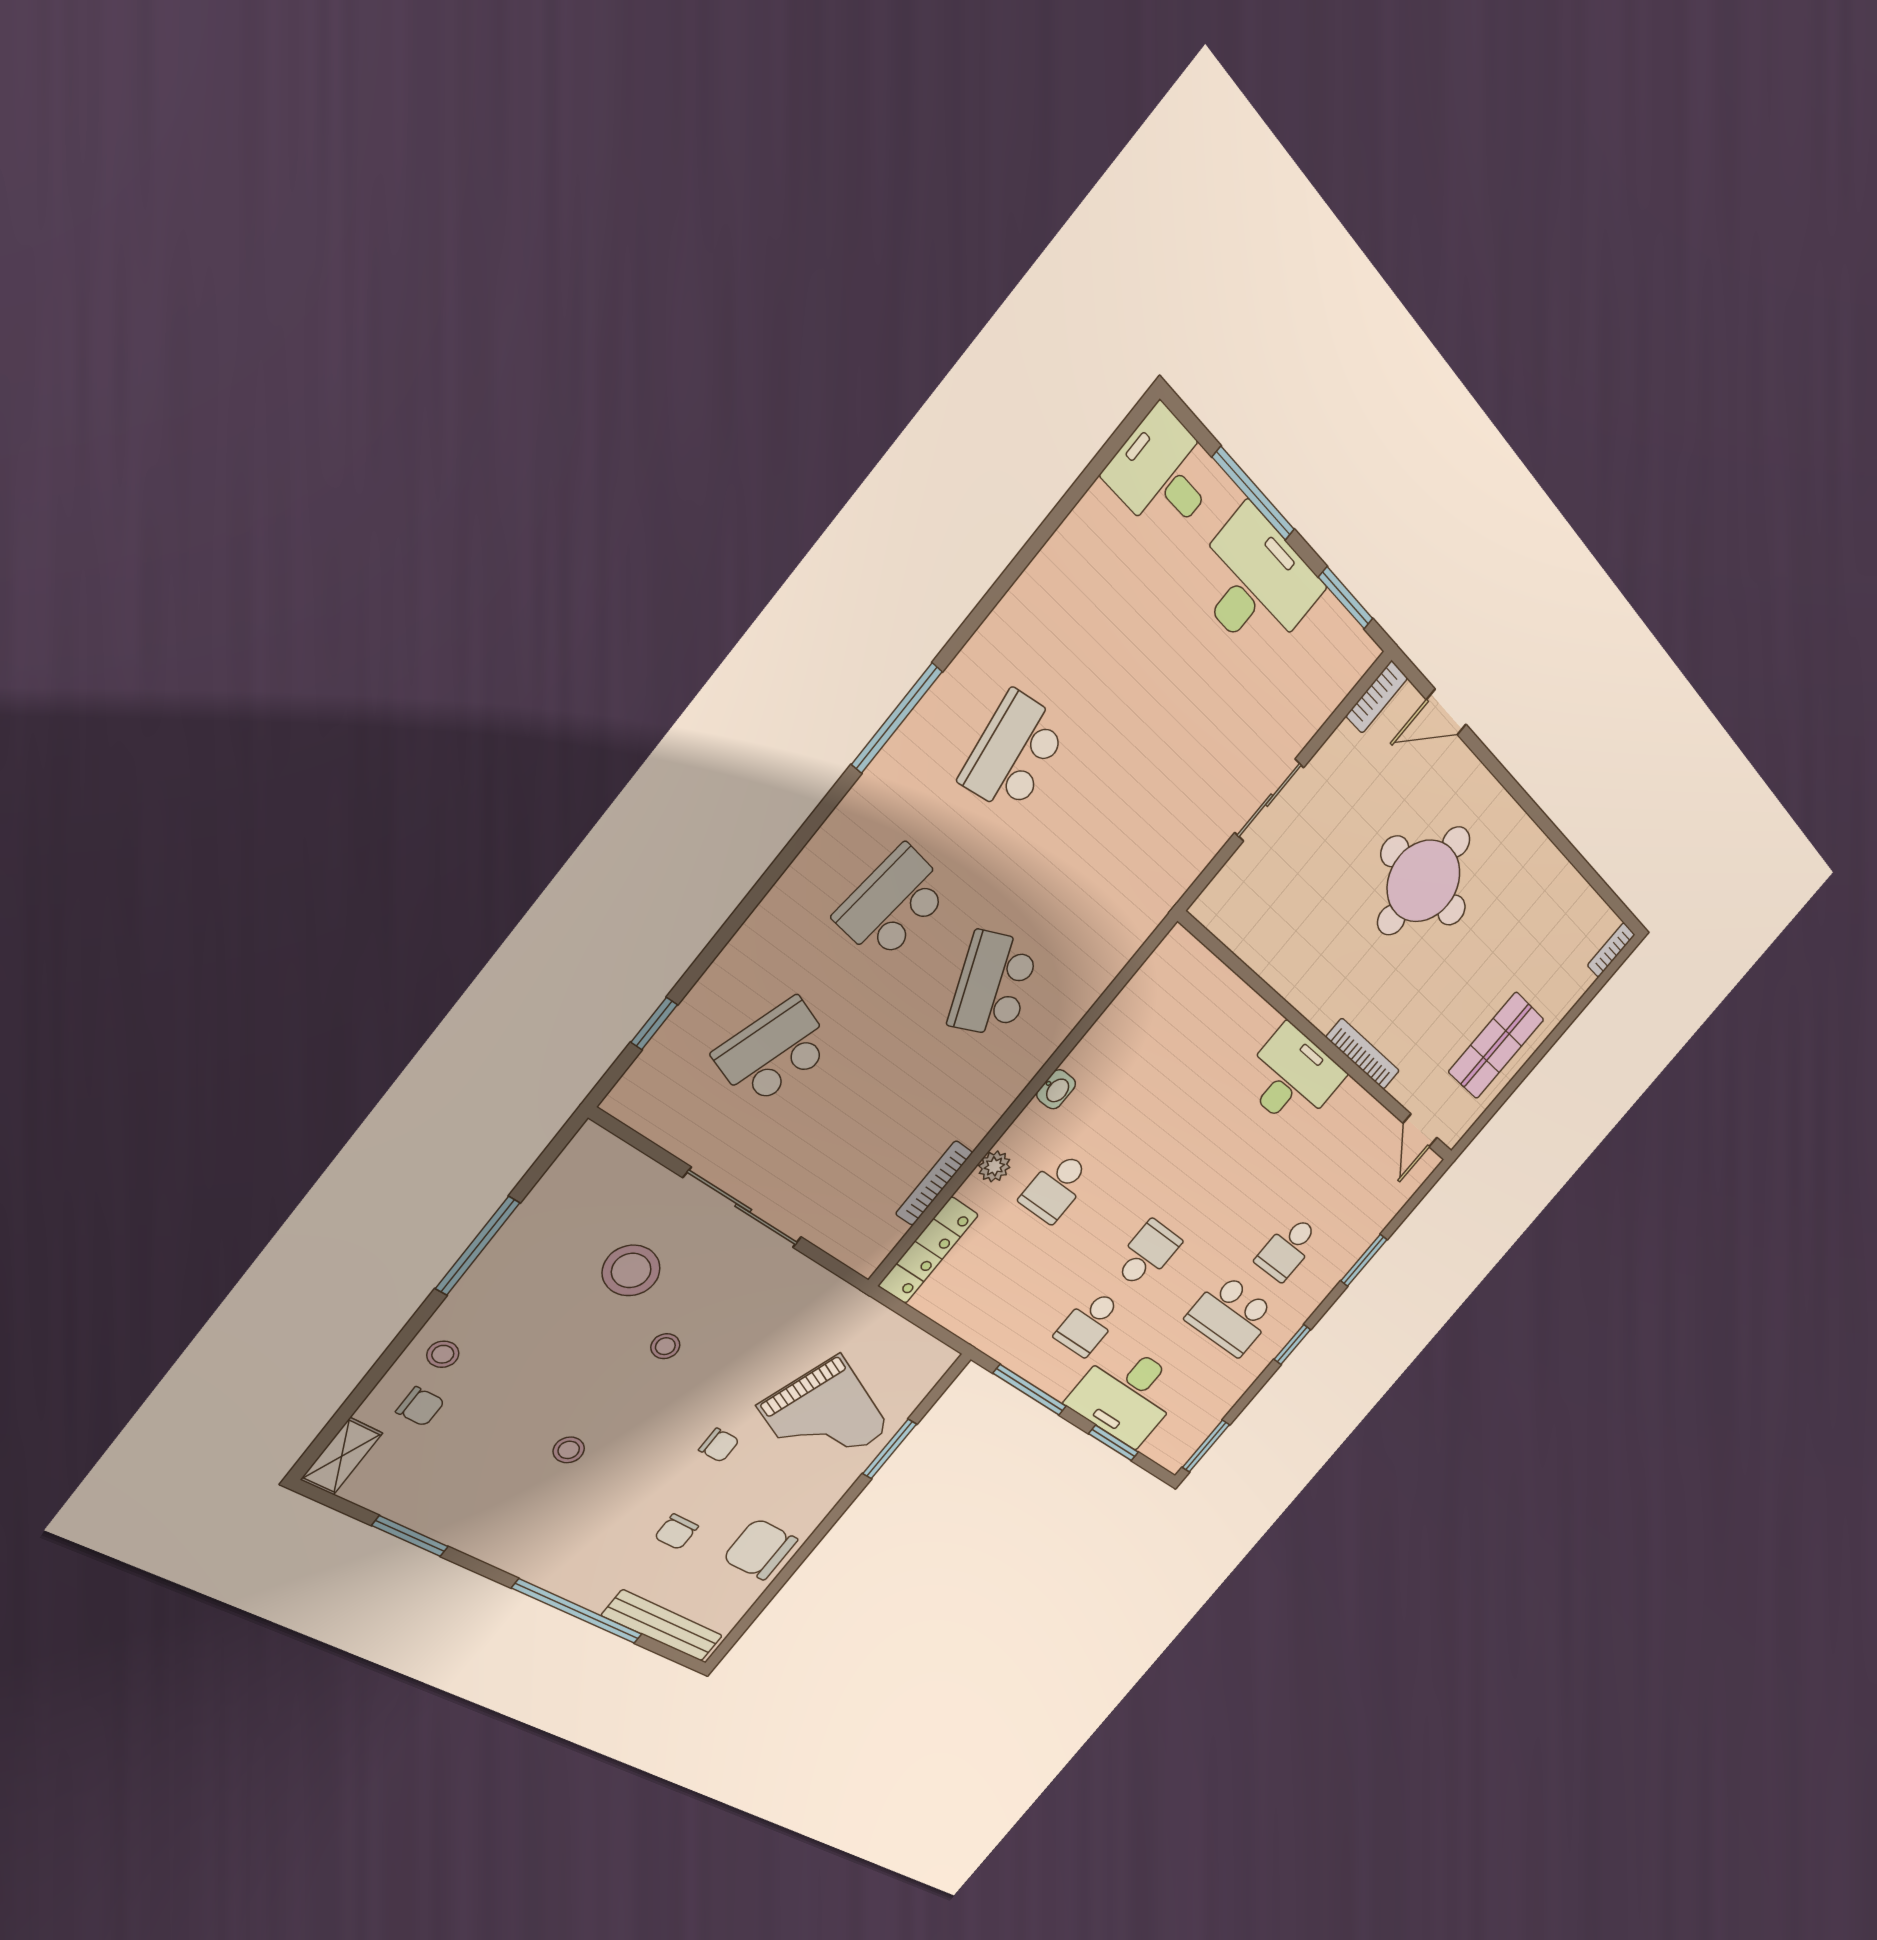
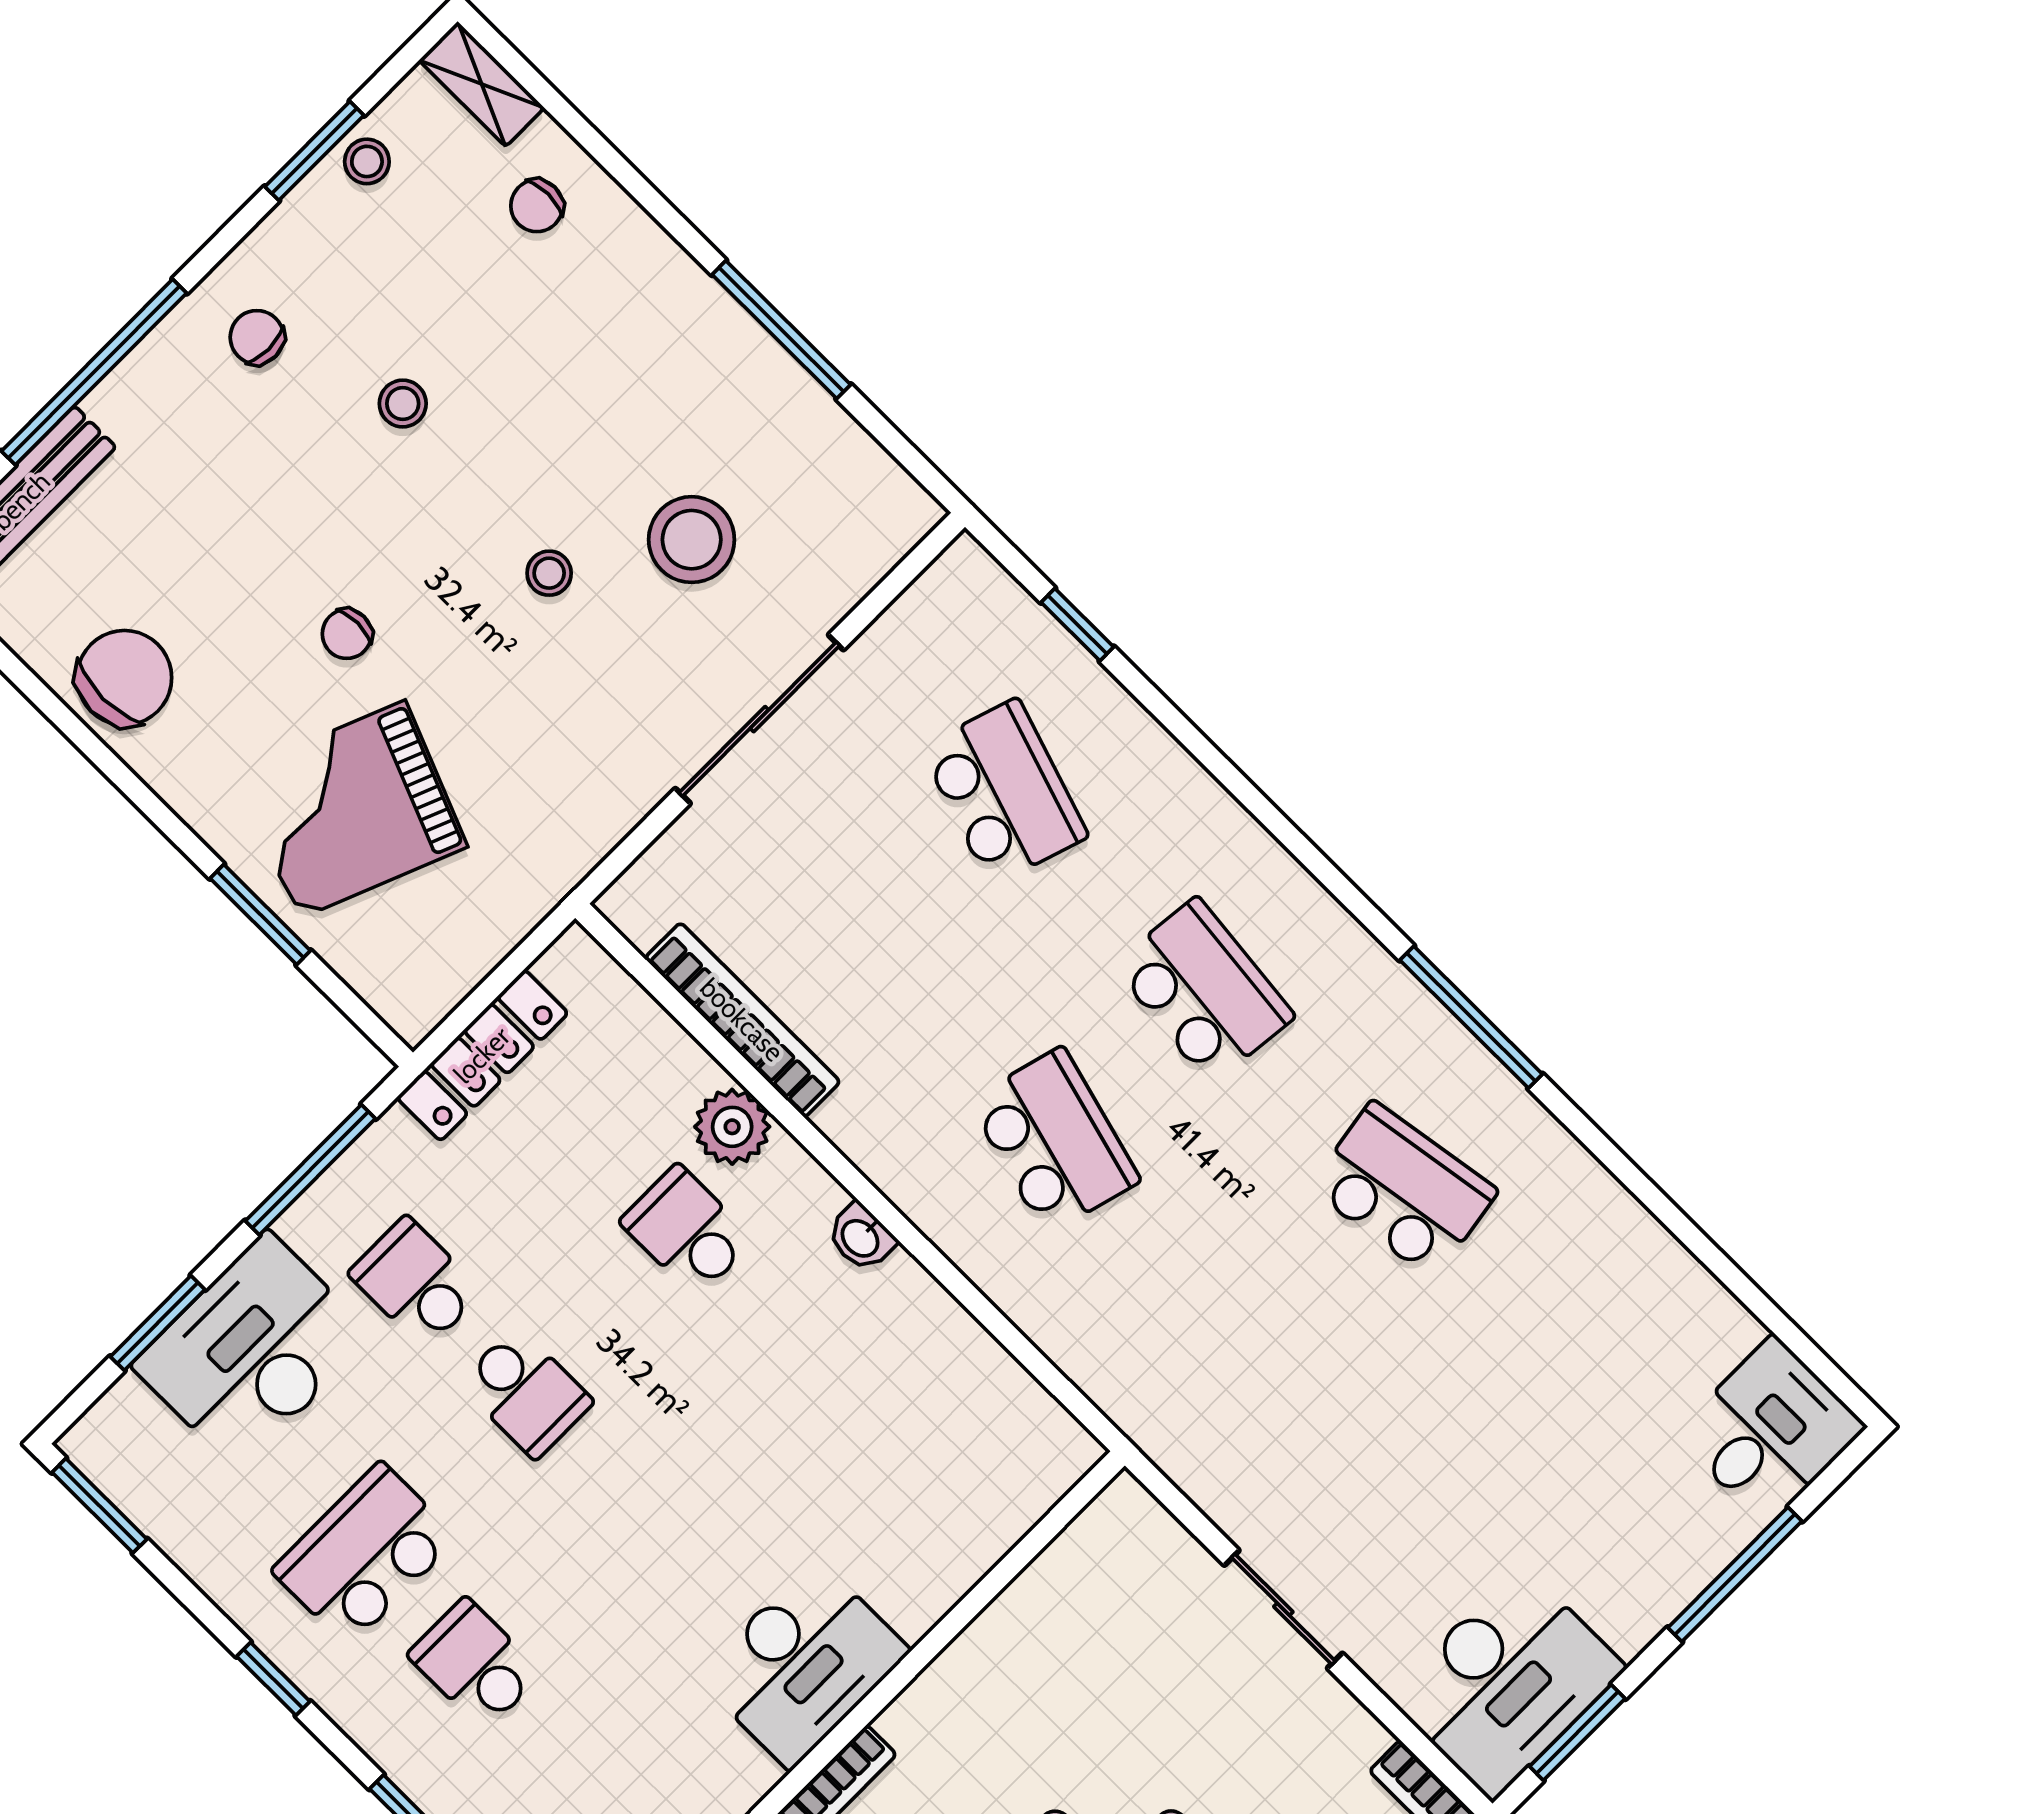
desk: (1255, 584) -> (1507, 1682), moved
school desk: (993, 984) -> (1054, 1141), turned 39
plant: (994, 1166) -> (732, 1127), width x1.38, depth x1.38
bookcase: (934, 1183) -> (742, 1020), width x1.48, depth x1.31
locker: (928, 1250) -> (482, 1055), moved, turned -90
stool: (443, 1354) -> (367, 161), moved
chair: (676, 1532) -> (257, 337), moved

